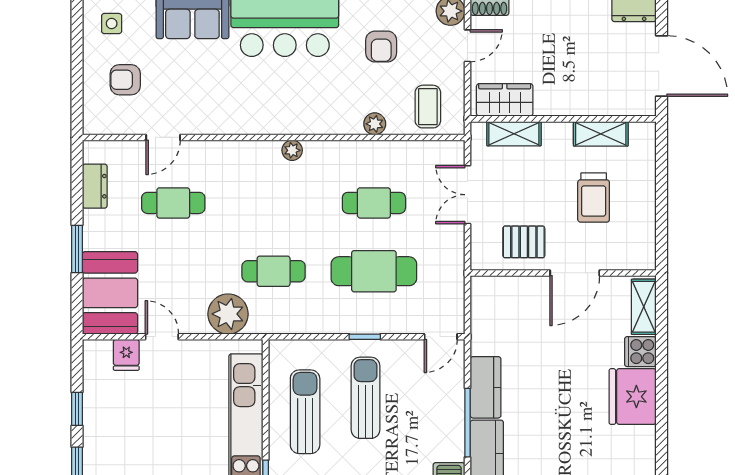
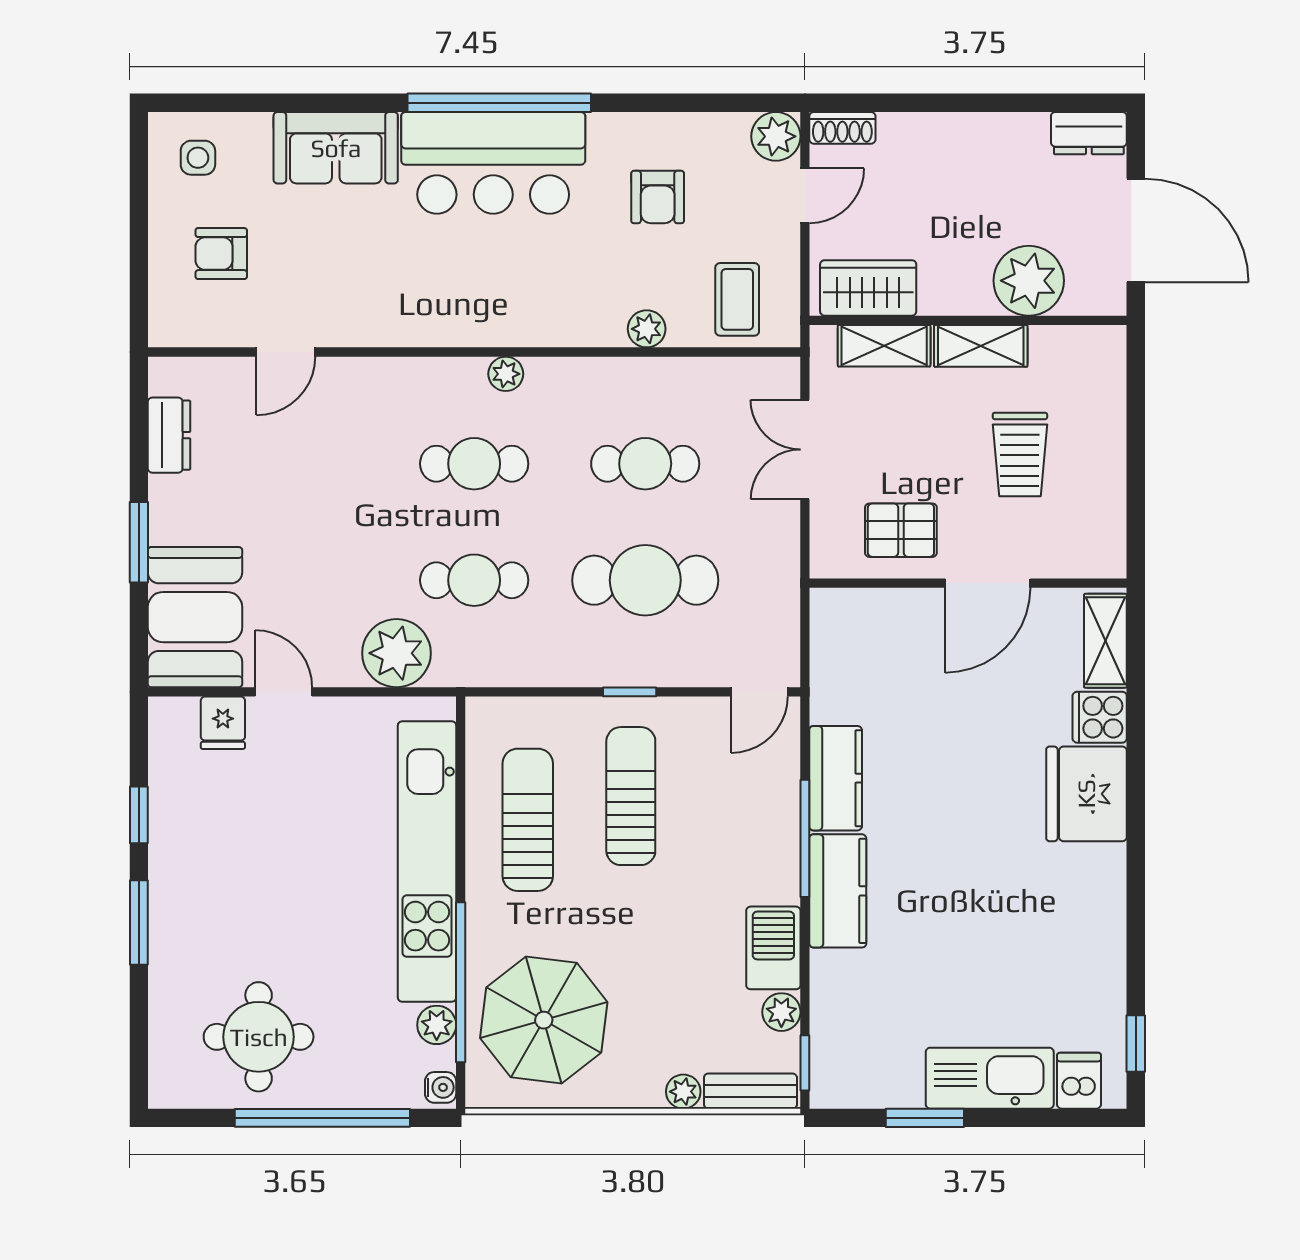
plant: (599, 96) -> (1029, 281), added
shelving: (601, 134) -> (981, 346), moved
cafe table: (173, 203) -> (474, 464), moved

